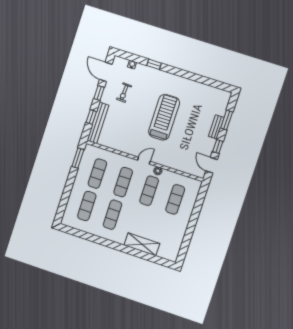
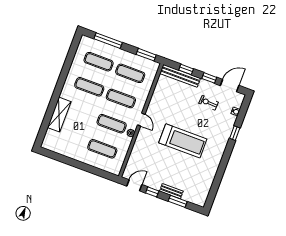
window: (65, 197) -> (108, 41), added

